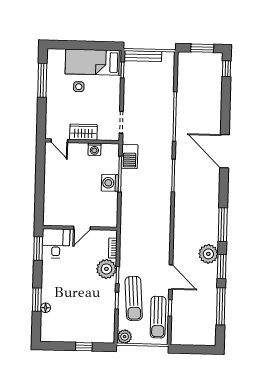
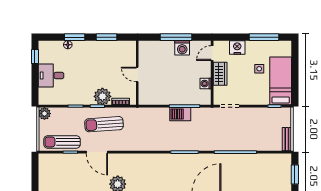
bench: (143, 56) -> (287, 139), moved, width x0.73
nightstand: (53, 111) -> (237, 47), added
barbecue: (130, 156) -> (180, 114), moved
window: (40, 182) -> (176, 37), added
washing machine: (110, 183) -> (182, 48), moved, turned 180
desk: (56, 243) -> (51, 76), moved, turned 180
window: (38, 248) -> (107, 37), moved
door: (171, 277) -> (97, 152), hinge flipped
sun lounger: (134, 298) -> (104, 124), moved
window: (84, 347) -> (35, 57), moved

